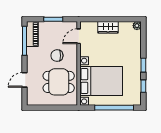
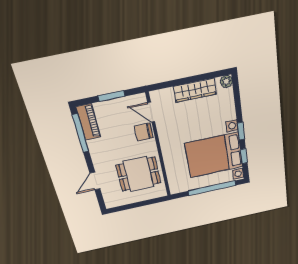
wardrobe: (108, 27) -> (195, 90), width x1.50
door: (79, 36) -> (151, 112), hinge flipped
chair: (57, 56) -> (144, 132), moved
bed with nightstands: (101, 81) -> (214, 155), moved, turned 180

